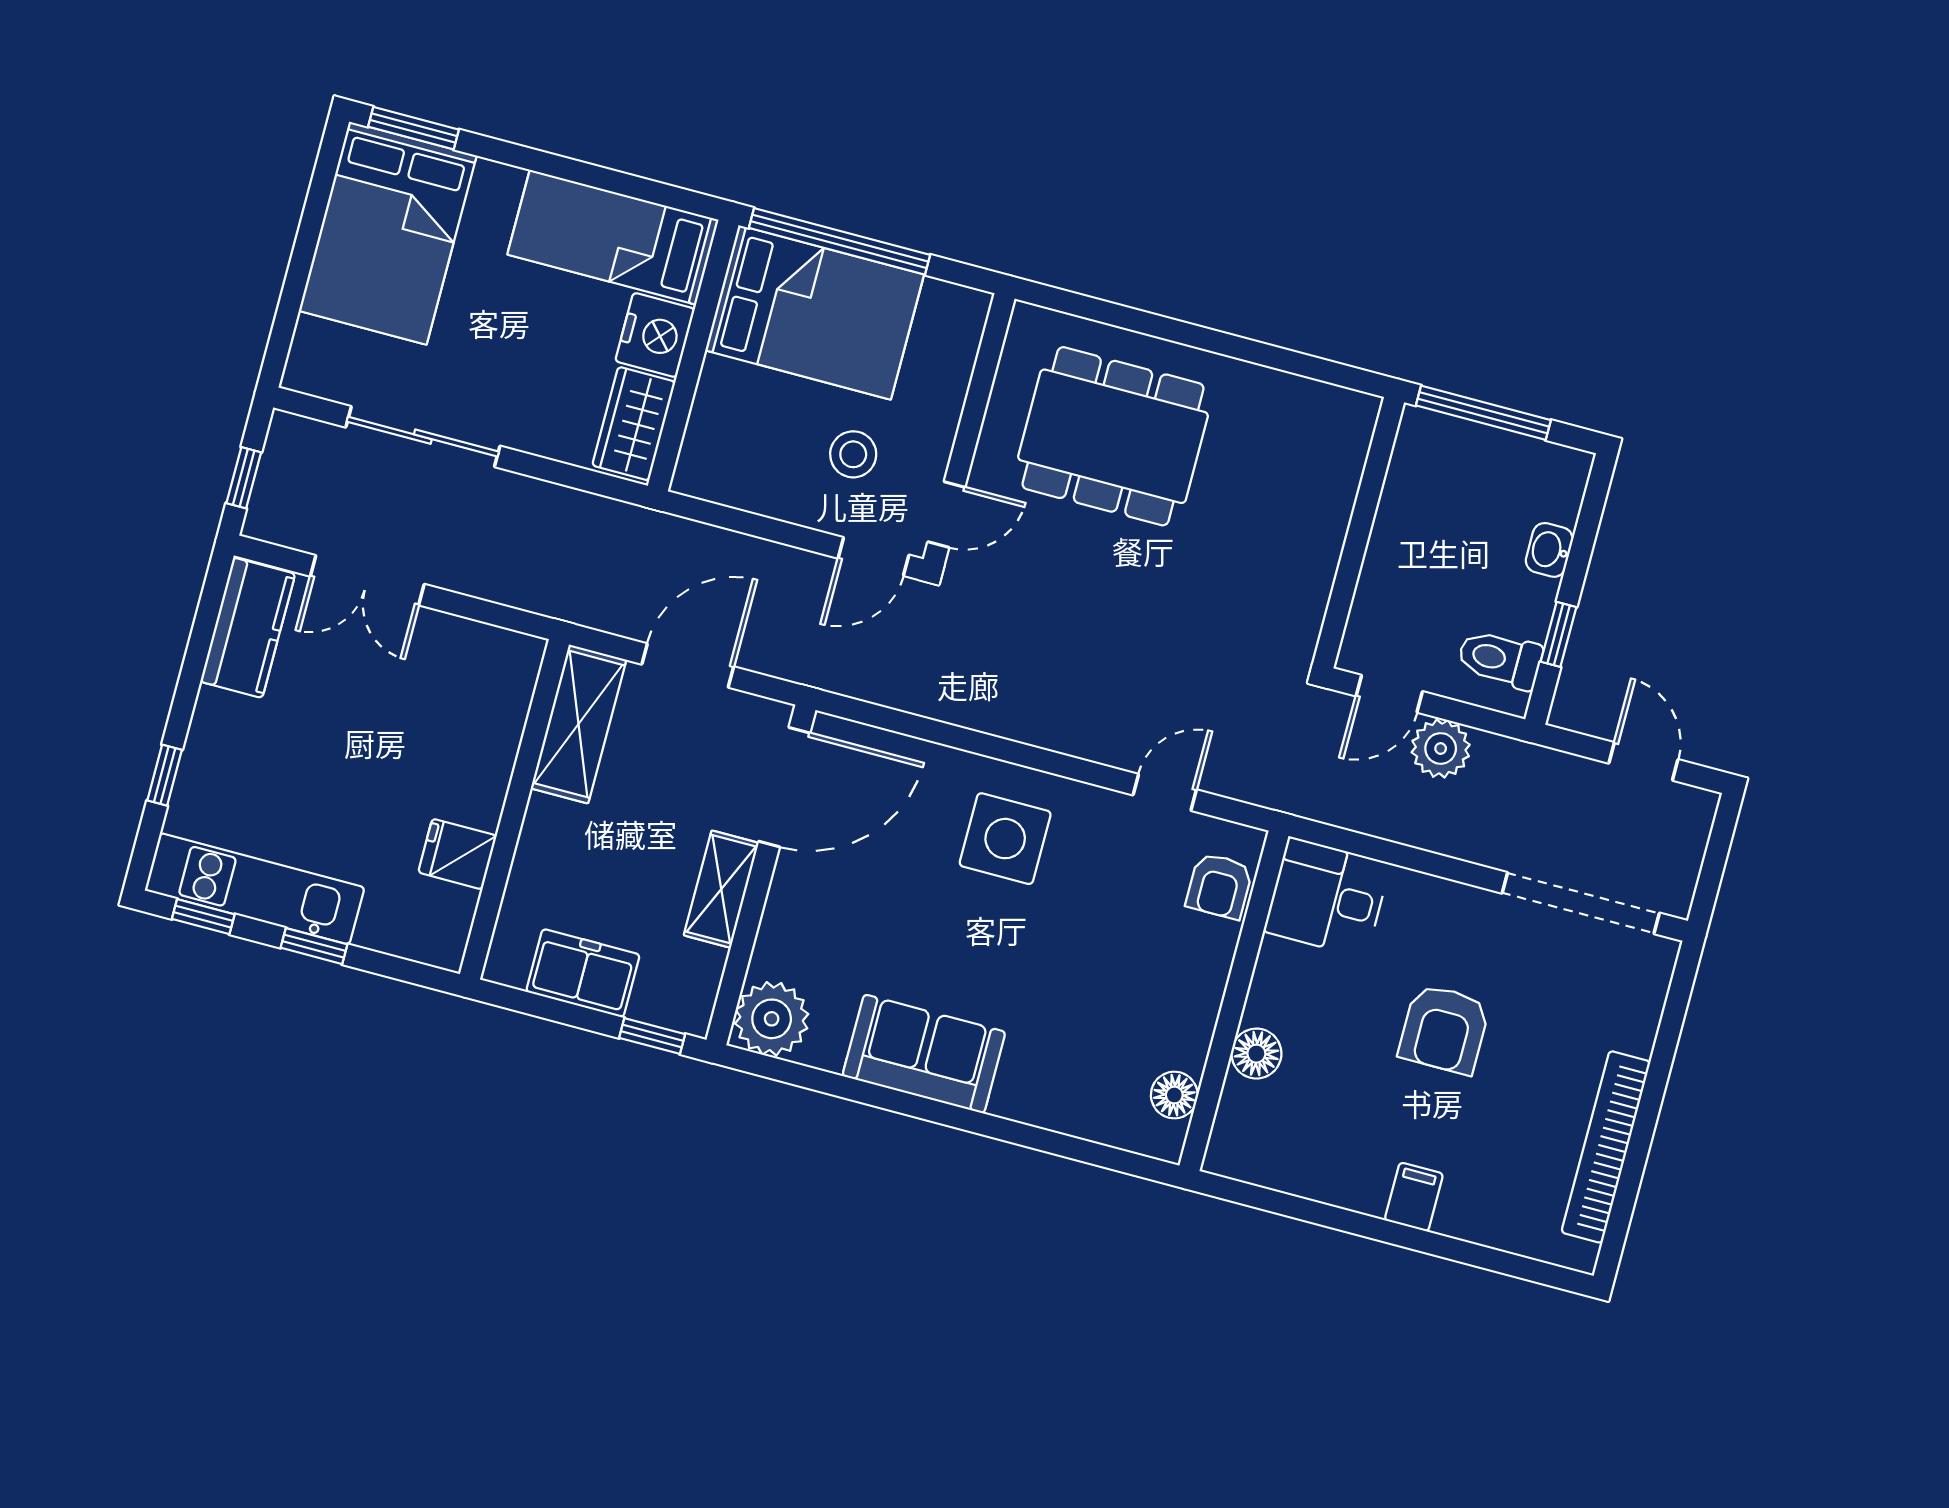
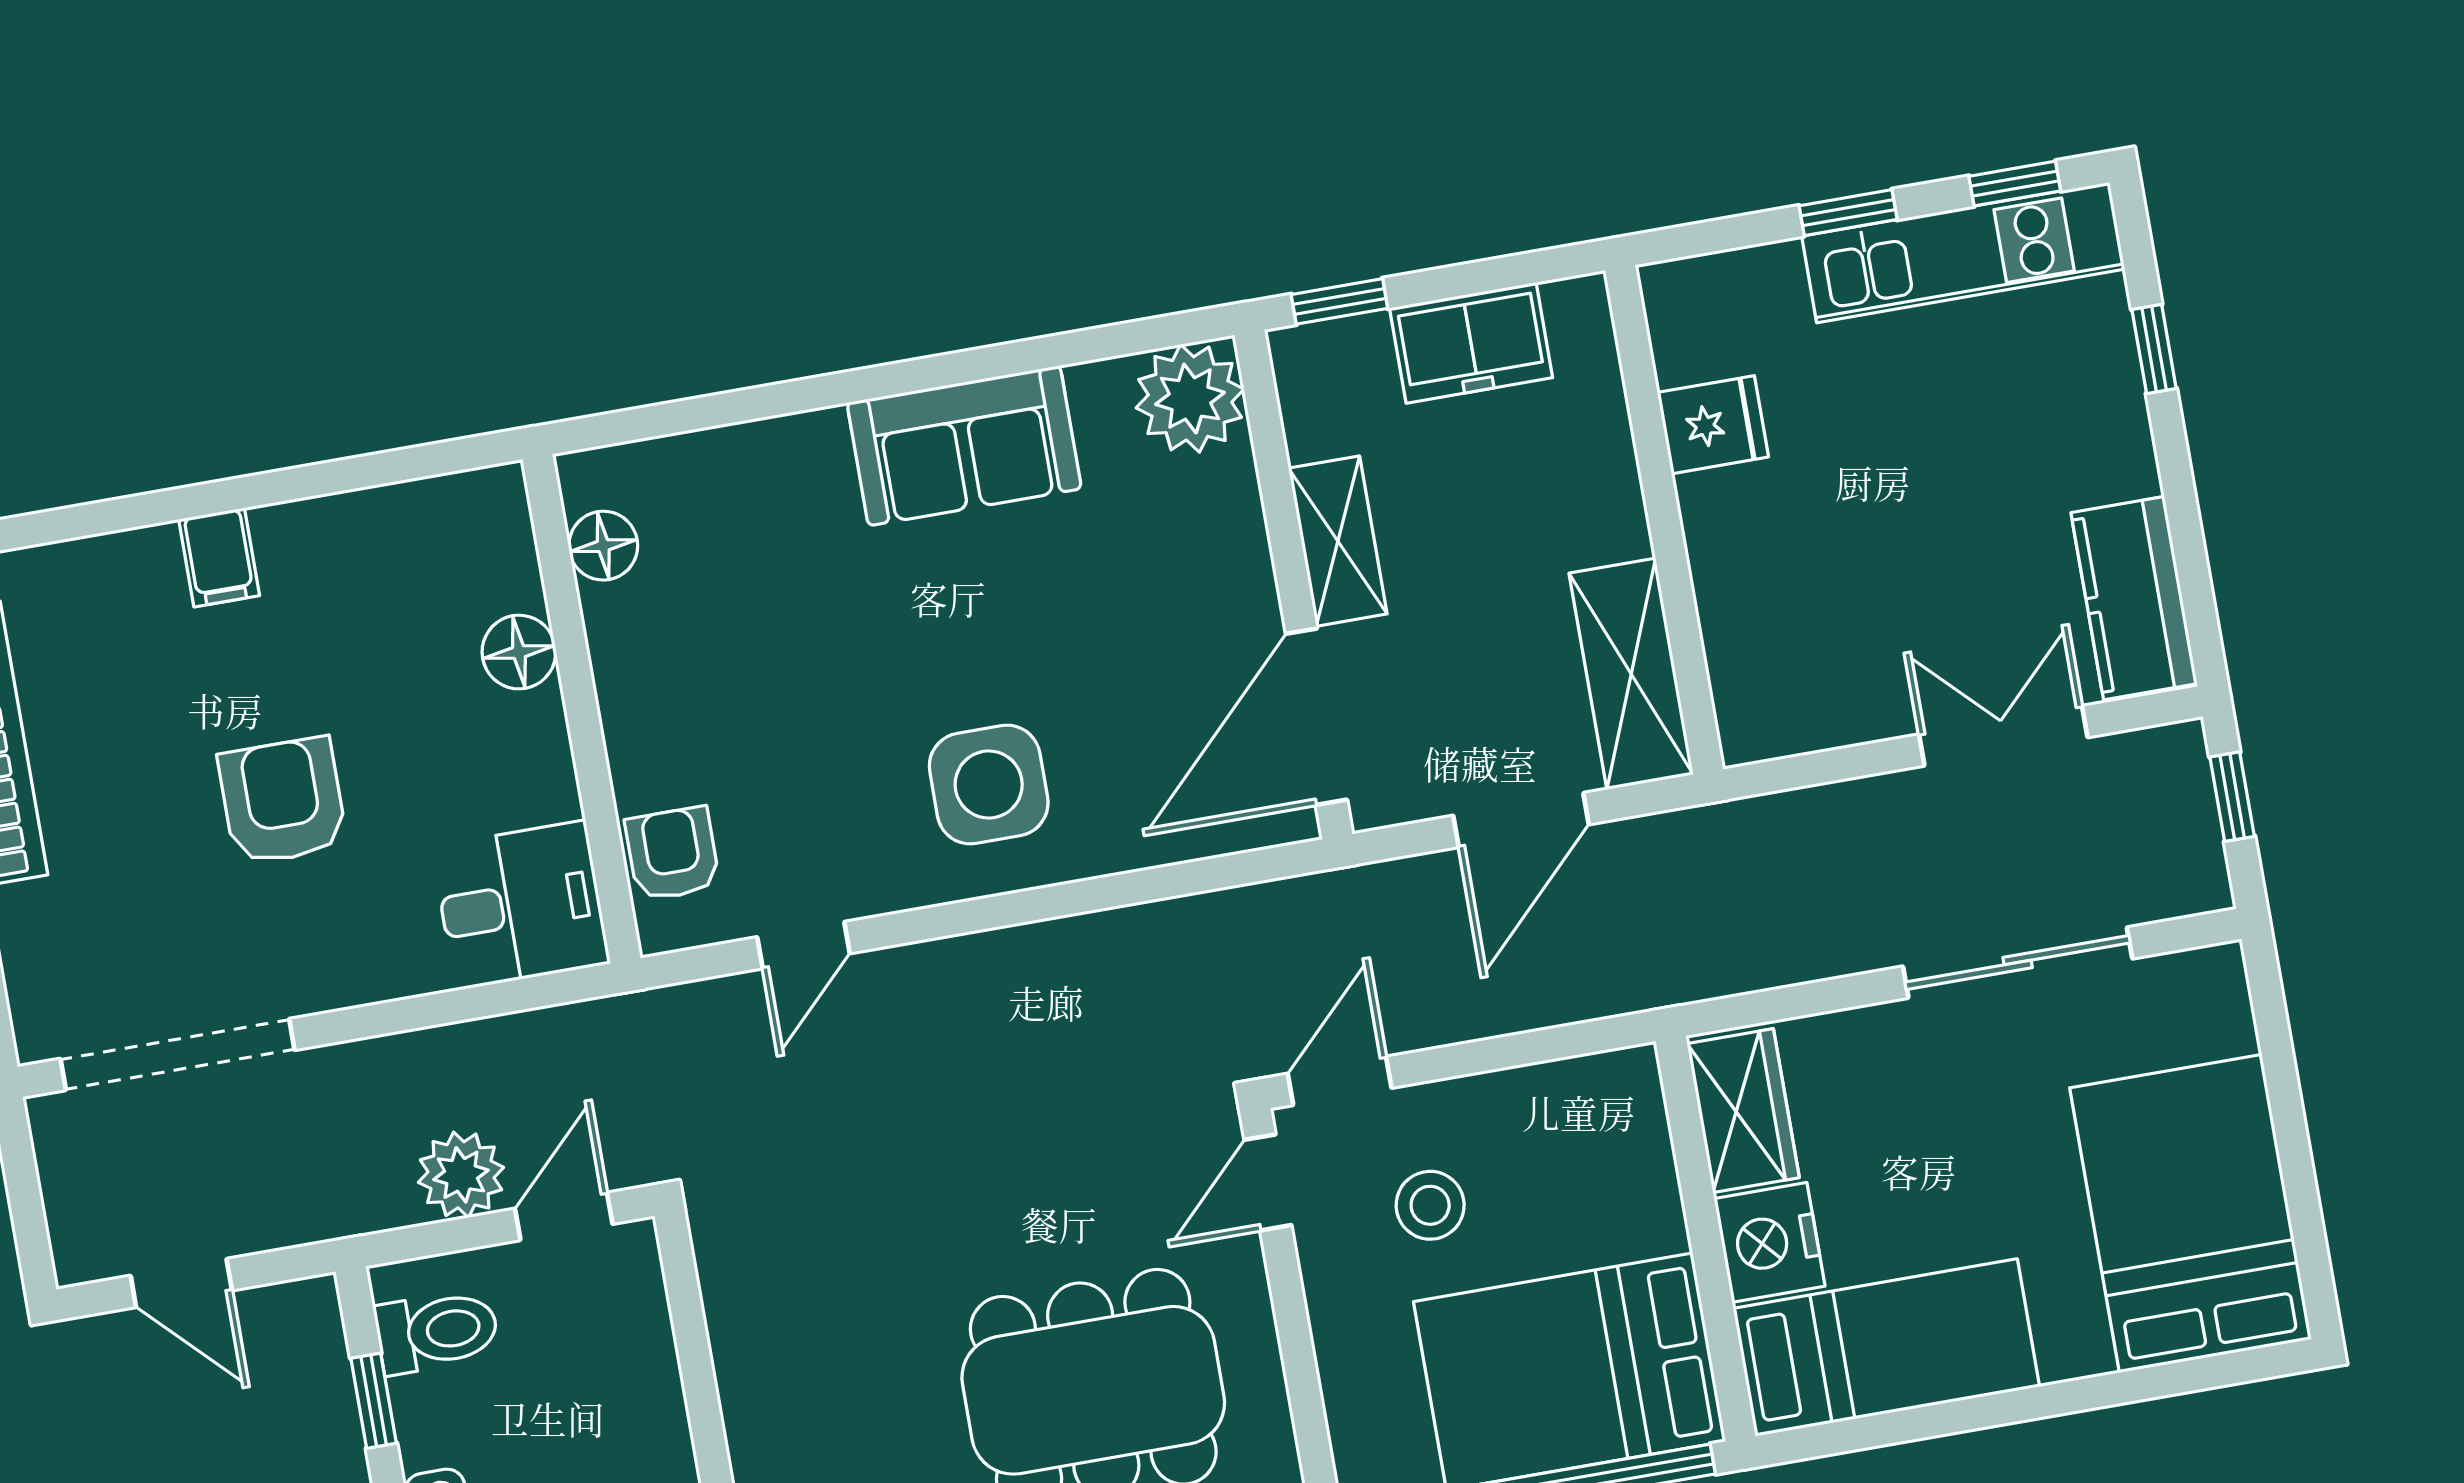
window: (413, 128) -> (2221, 1370), removed

